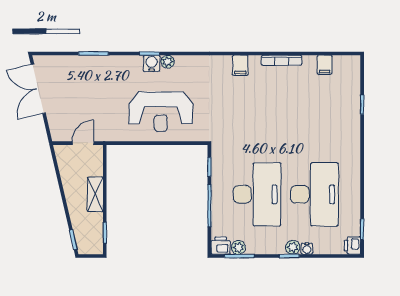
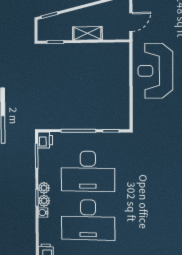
reception desk: (161, 112) -> (155, 71), moved
door: (83, 143) -> (131, 22), hinge flipped
plant: (238, 247) -> (44, 188), moved

